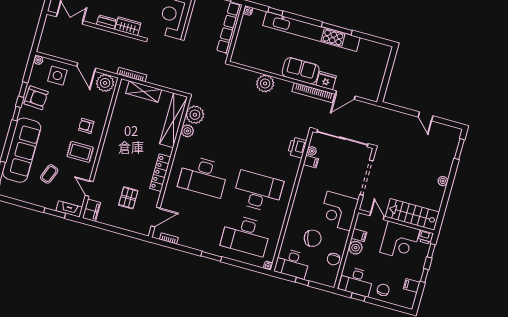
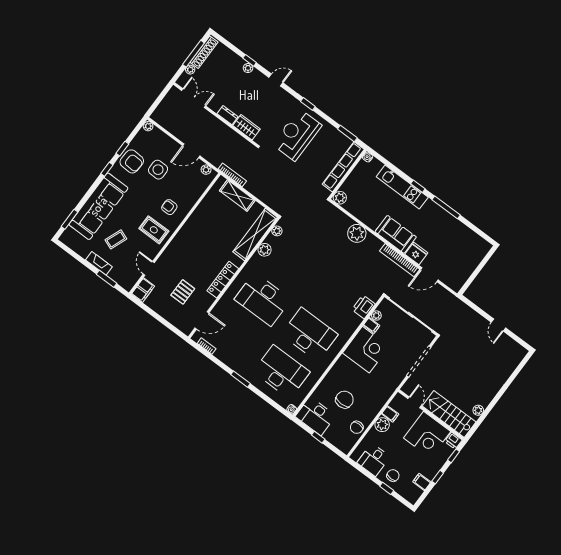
window: (275, 11) -> (418, 186), moved
kitchen unit: (311, 31) -> (402, 187), width x0.54
plant: (237, 57) -> (340, 198), added
door: (86, 67) -> (191, 151), hinge flipped
side table: (57, 76) -> (158, 170), moved
plant: (105, 83) -> (206, 170), width x0.53, depth x0.53
plant: (195, 115) -> (277, 231), width x0.53, depth x0.53
window: (459, 149) -> (519, 369), removed
plant: (443, 181) -> (478, 410), moved
fireplace: (69, 209) -> (99, 263), moved
corner desk: (339, 211) -> (366, 350), moved, turned 180
desk: (246, 235) -> (282, 372), turned 180
chair: (313, 238) -> (344, 400), turned -73
desk: (356, 281) -> (374, 460), width x0.73
window: (358, 297) -> (387, 488), moved

